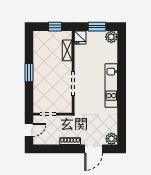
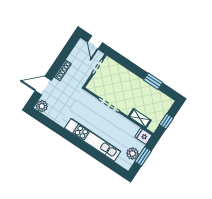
plant: (111, 37) -> (132, 154), moved
window: (29, 73) -> (153, 81), moved
kitchen unit: (111, 86) -> (93, 140), width x1.36
door: (94, 149) -> (43, 86), hinge flipped

